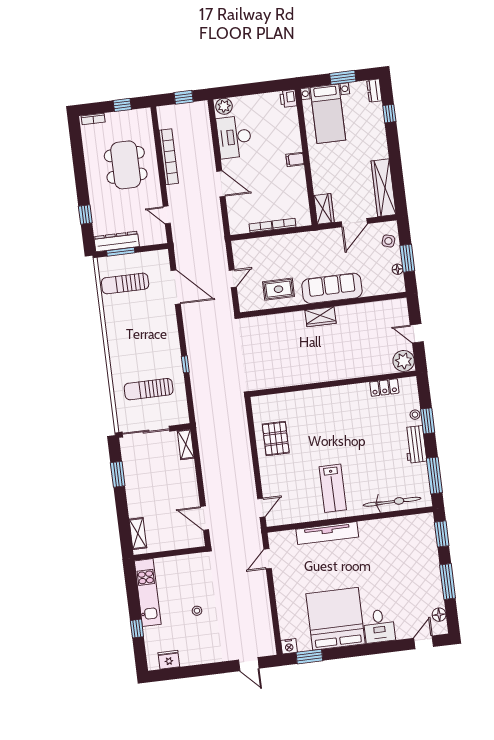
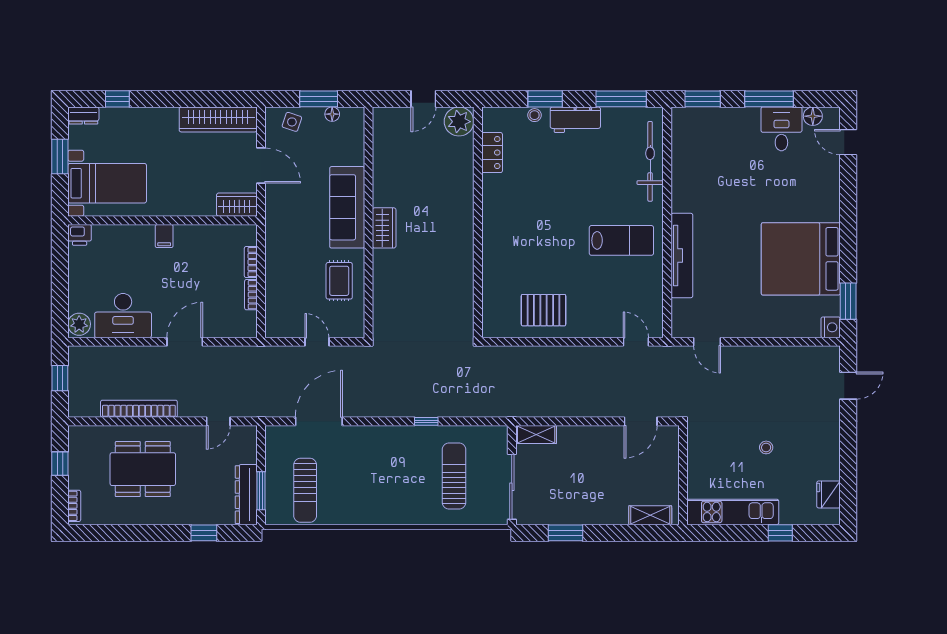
sun lounger: (149, 389) -> (454, 476), turned 180
desk: (379, 626) -> (781, 129), moved, turned -90

